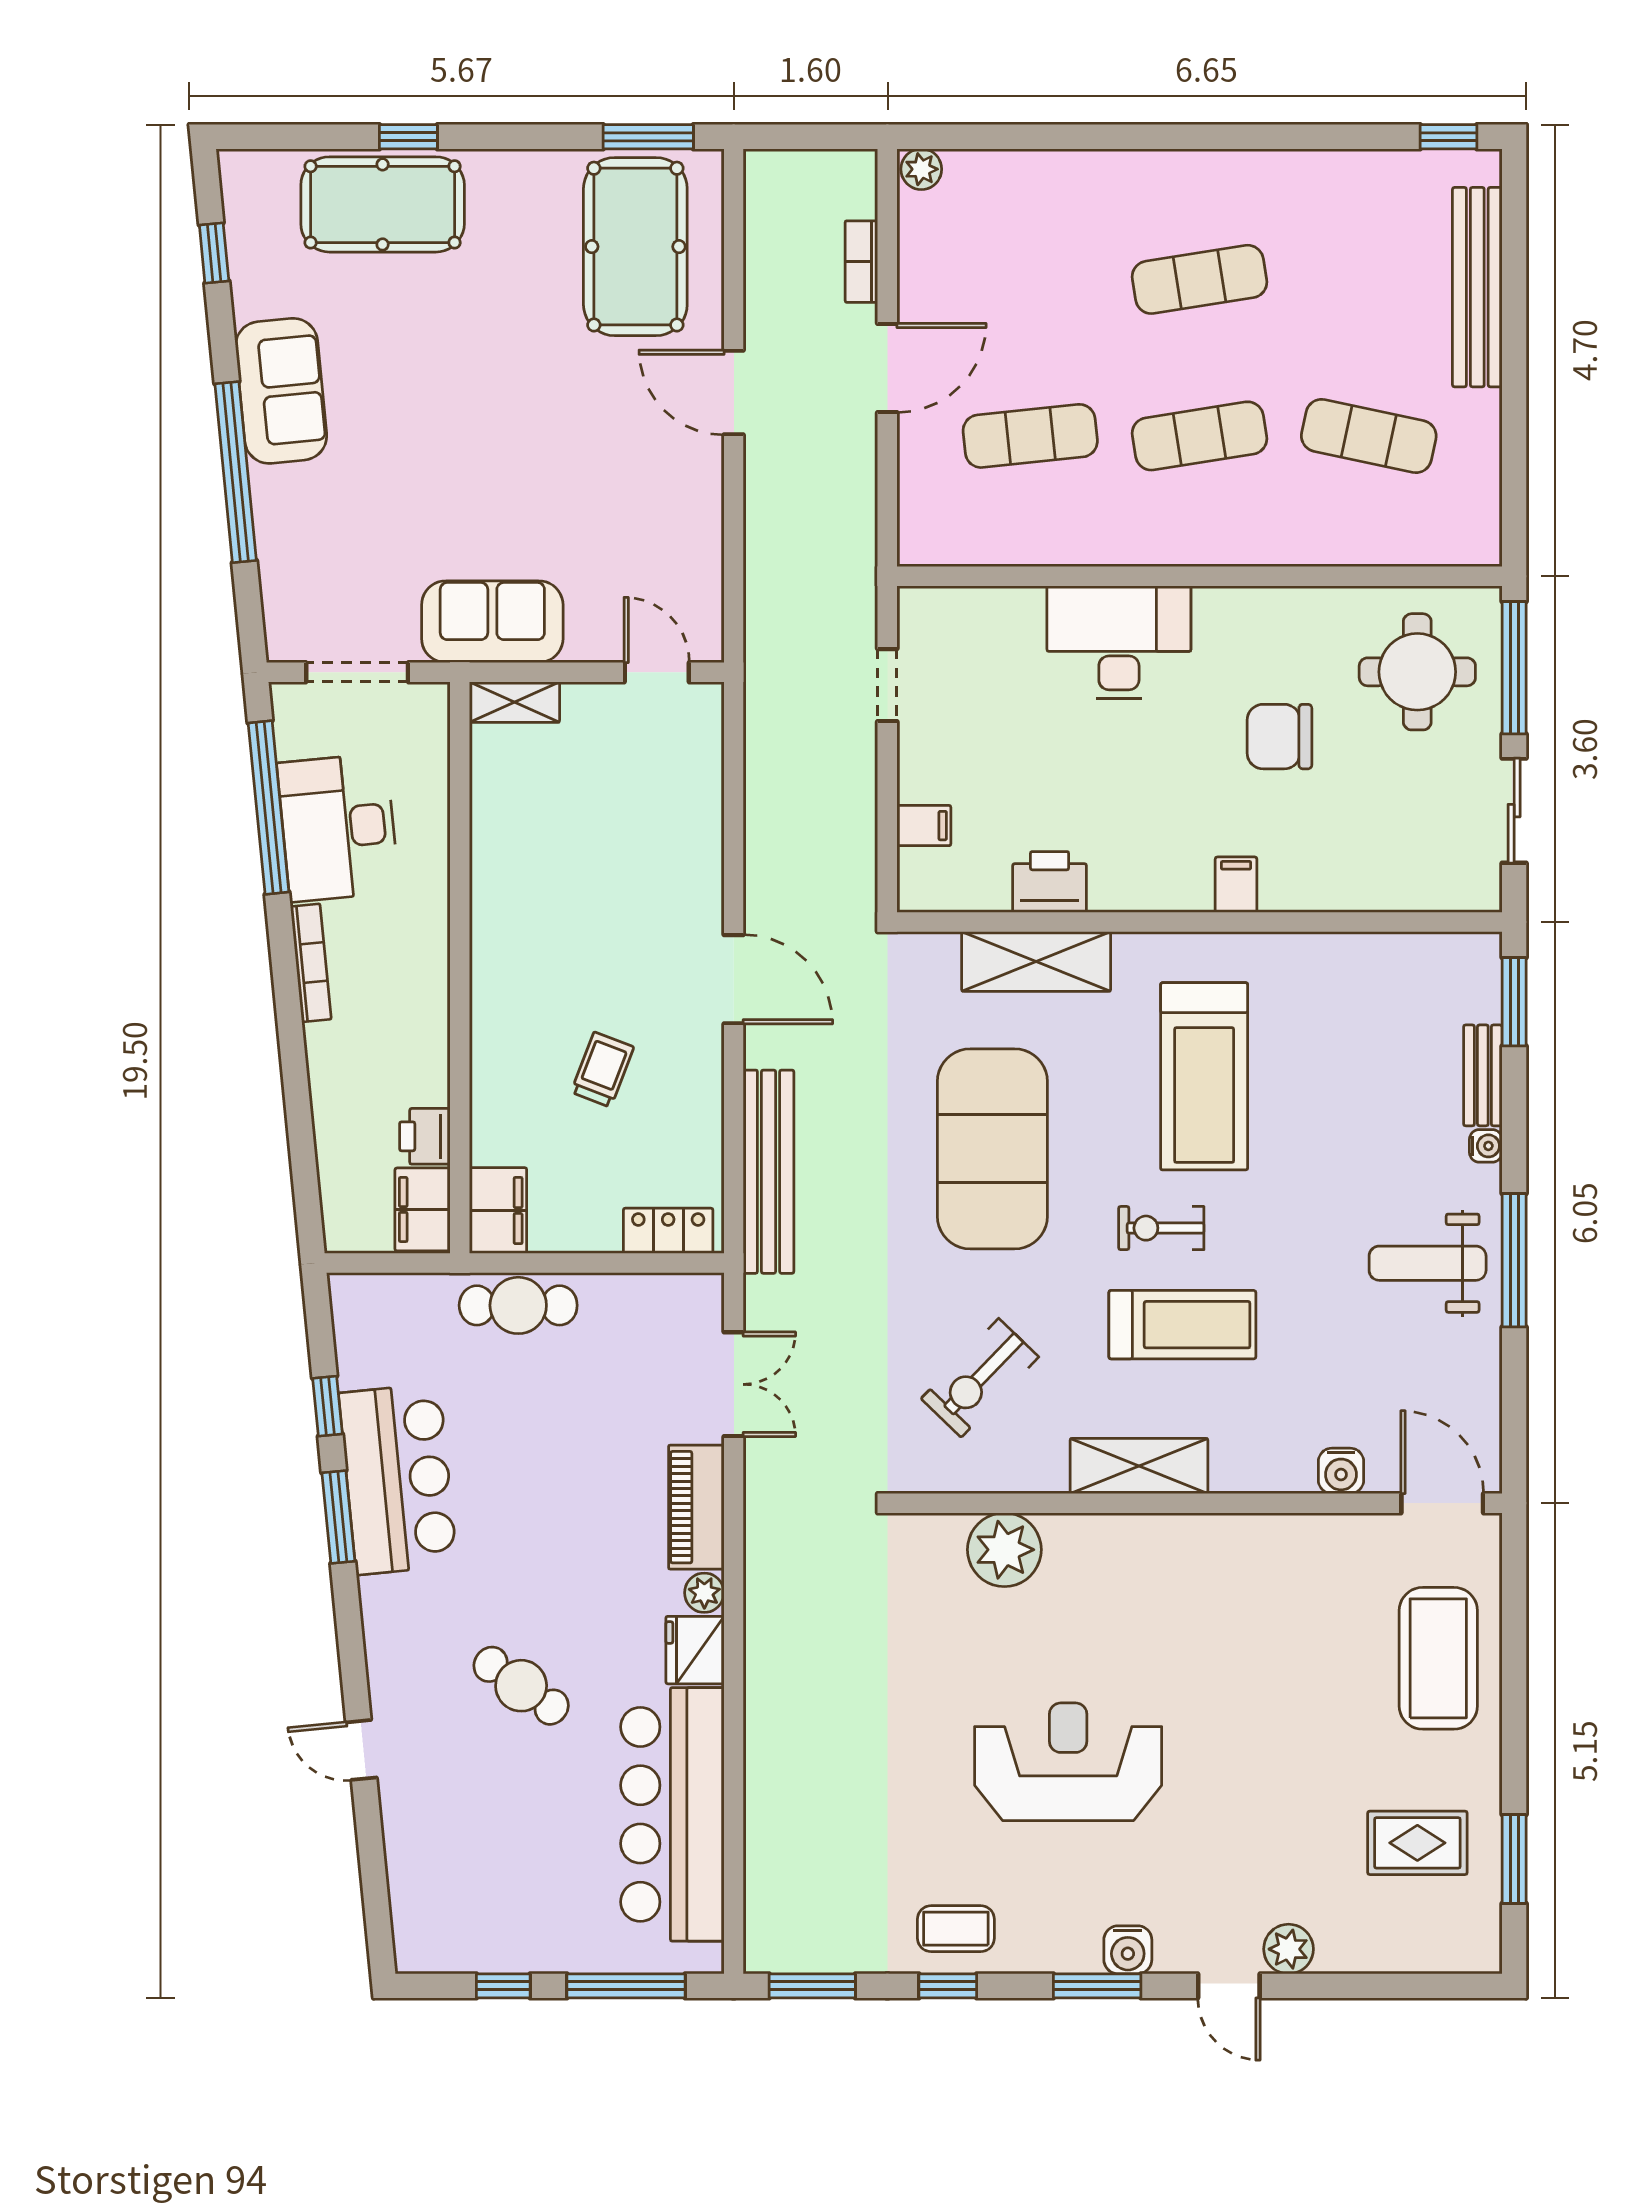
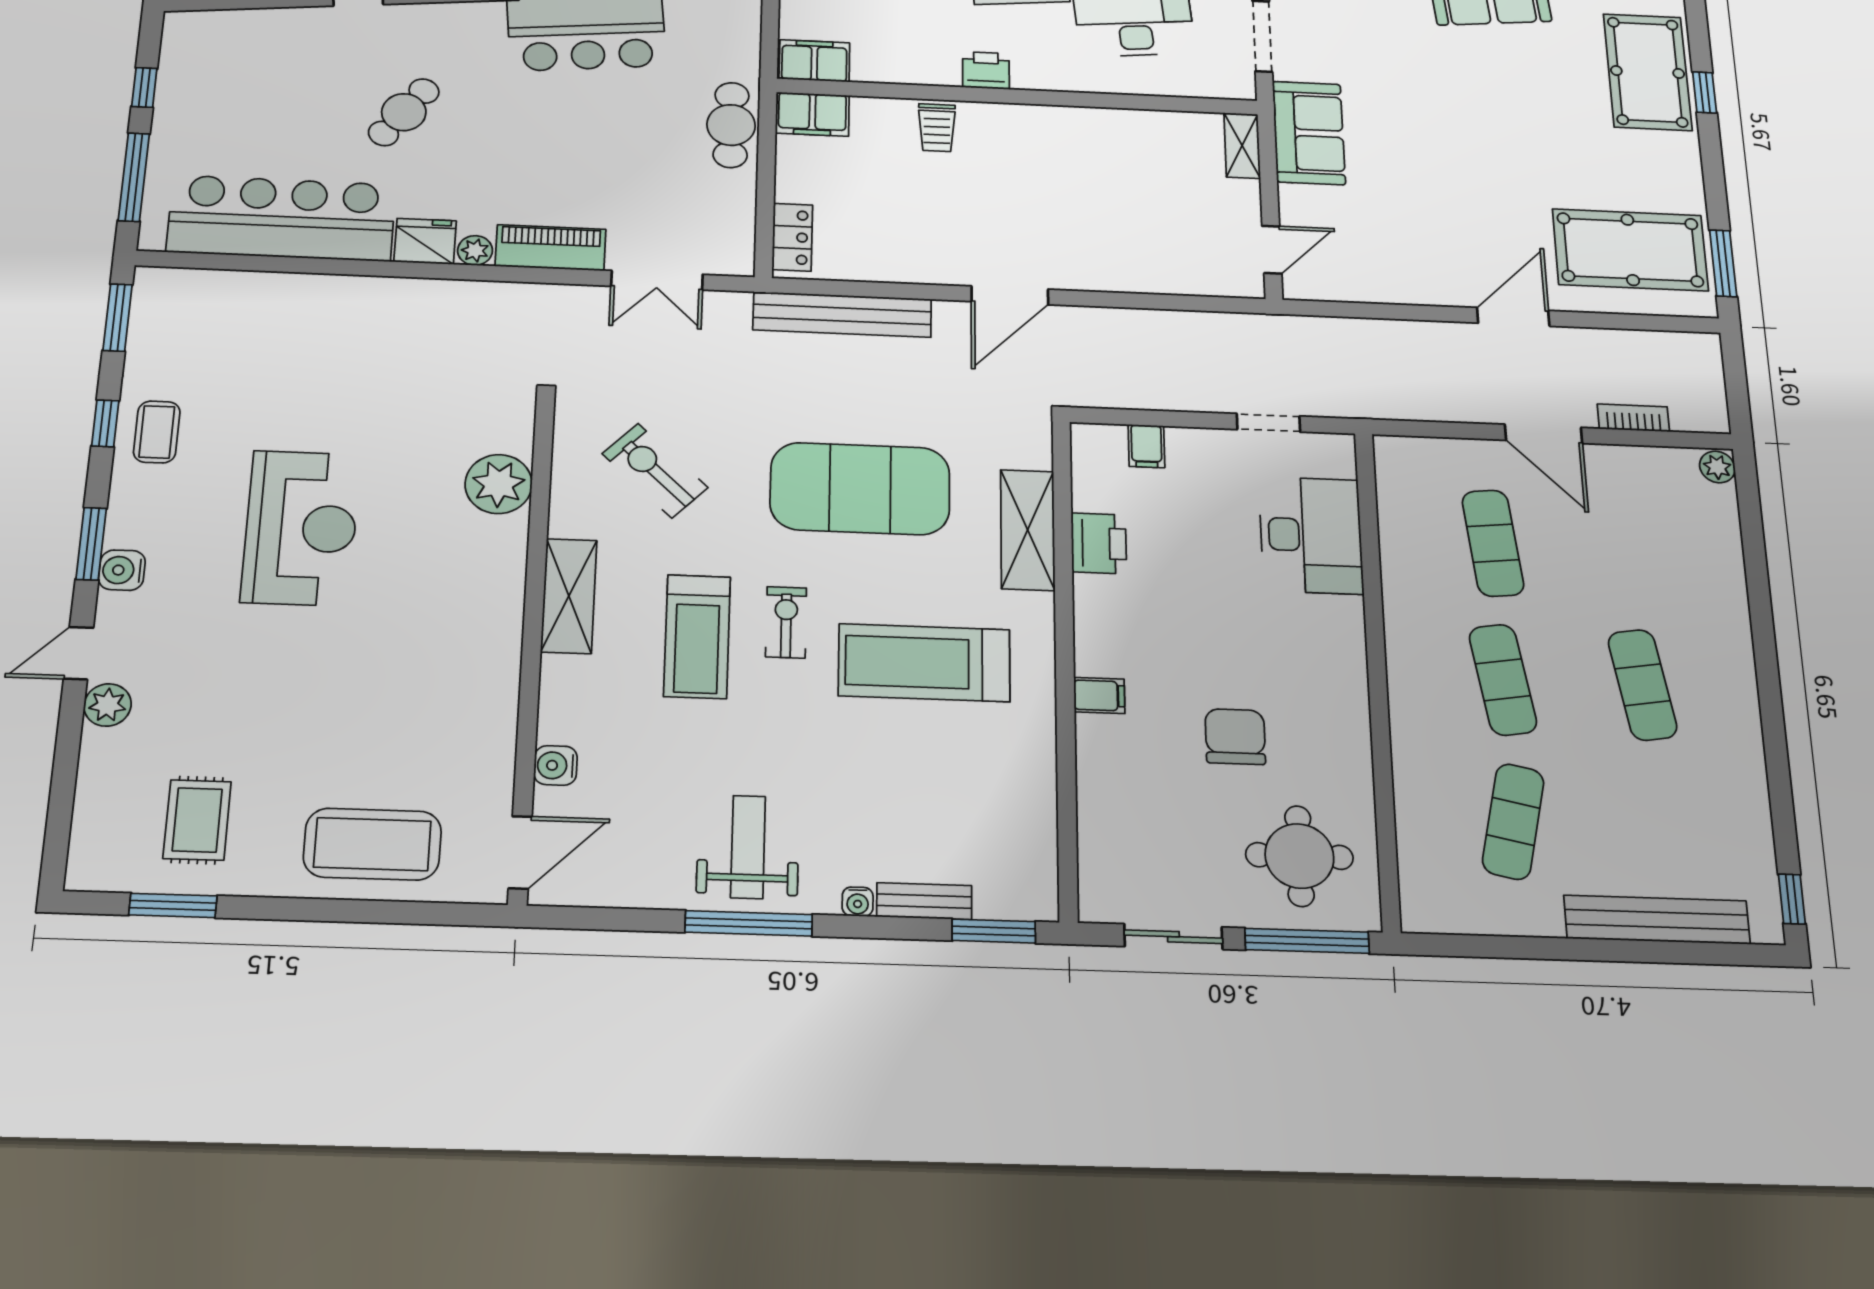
desk: (1119, 642) -> (1311, 535), moved
trolley: (602, 1070) -> (937, 128), moved, turned 69
printer: (425, 1136) -> (986, 70), moved

